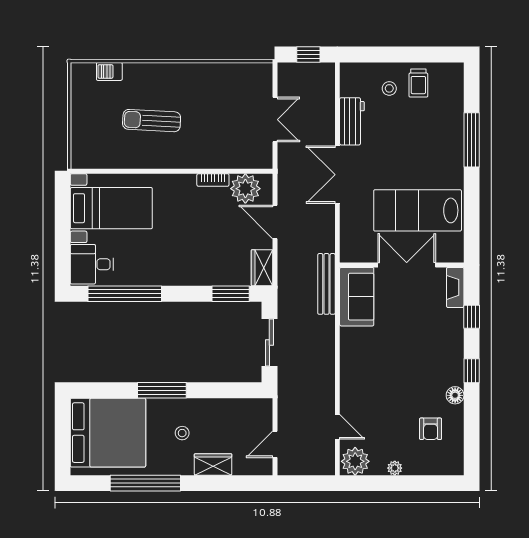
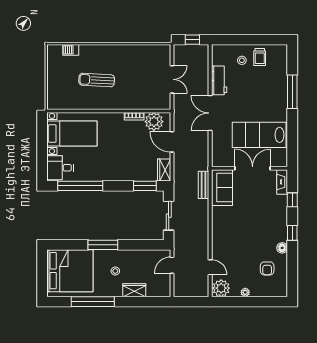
bench: (326, 284) -> (204, 185), width x0.73
door: (275, 444) -> (172, 265), moved

